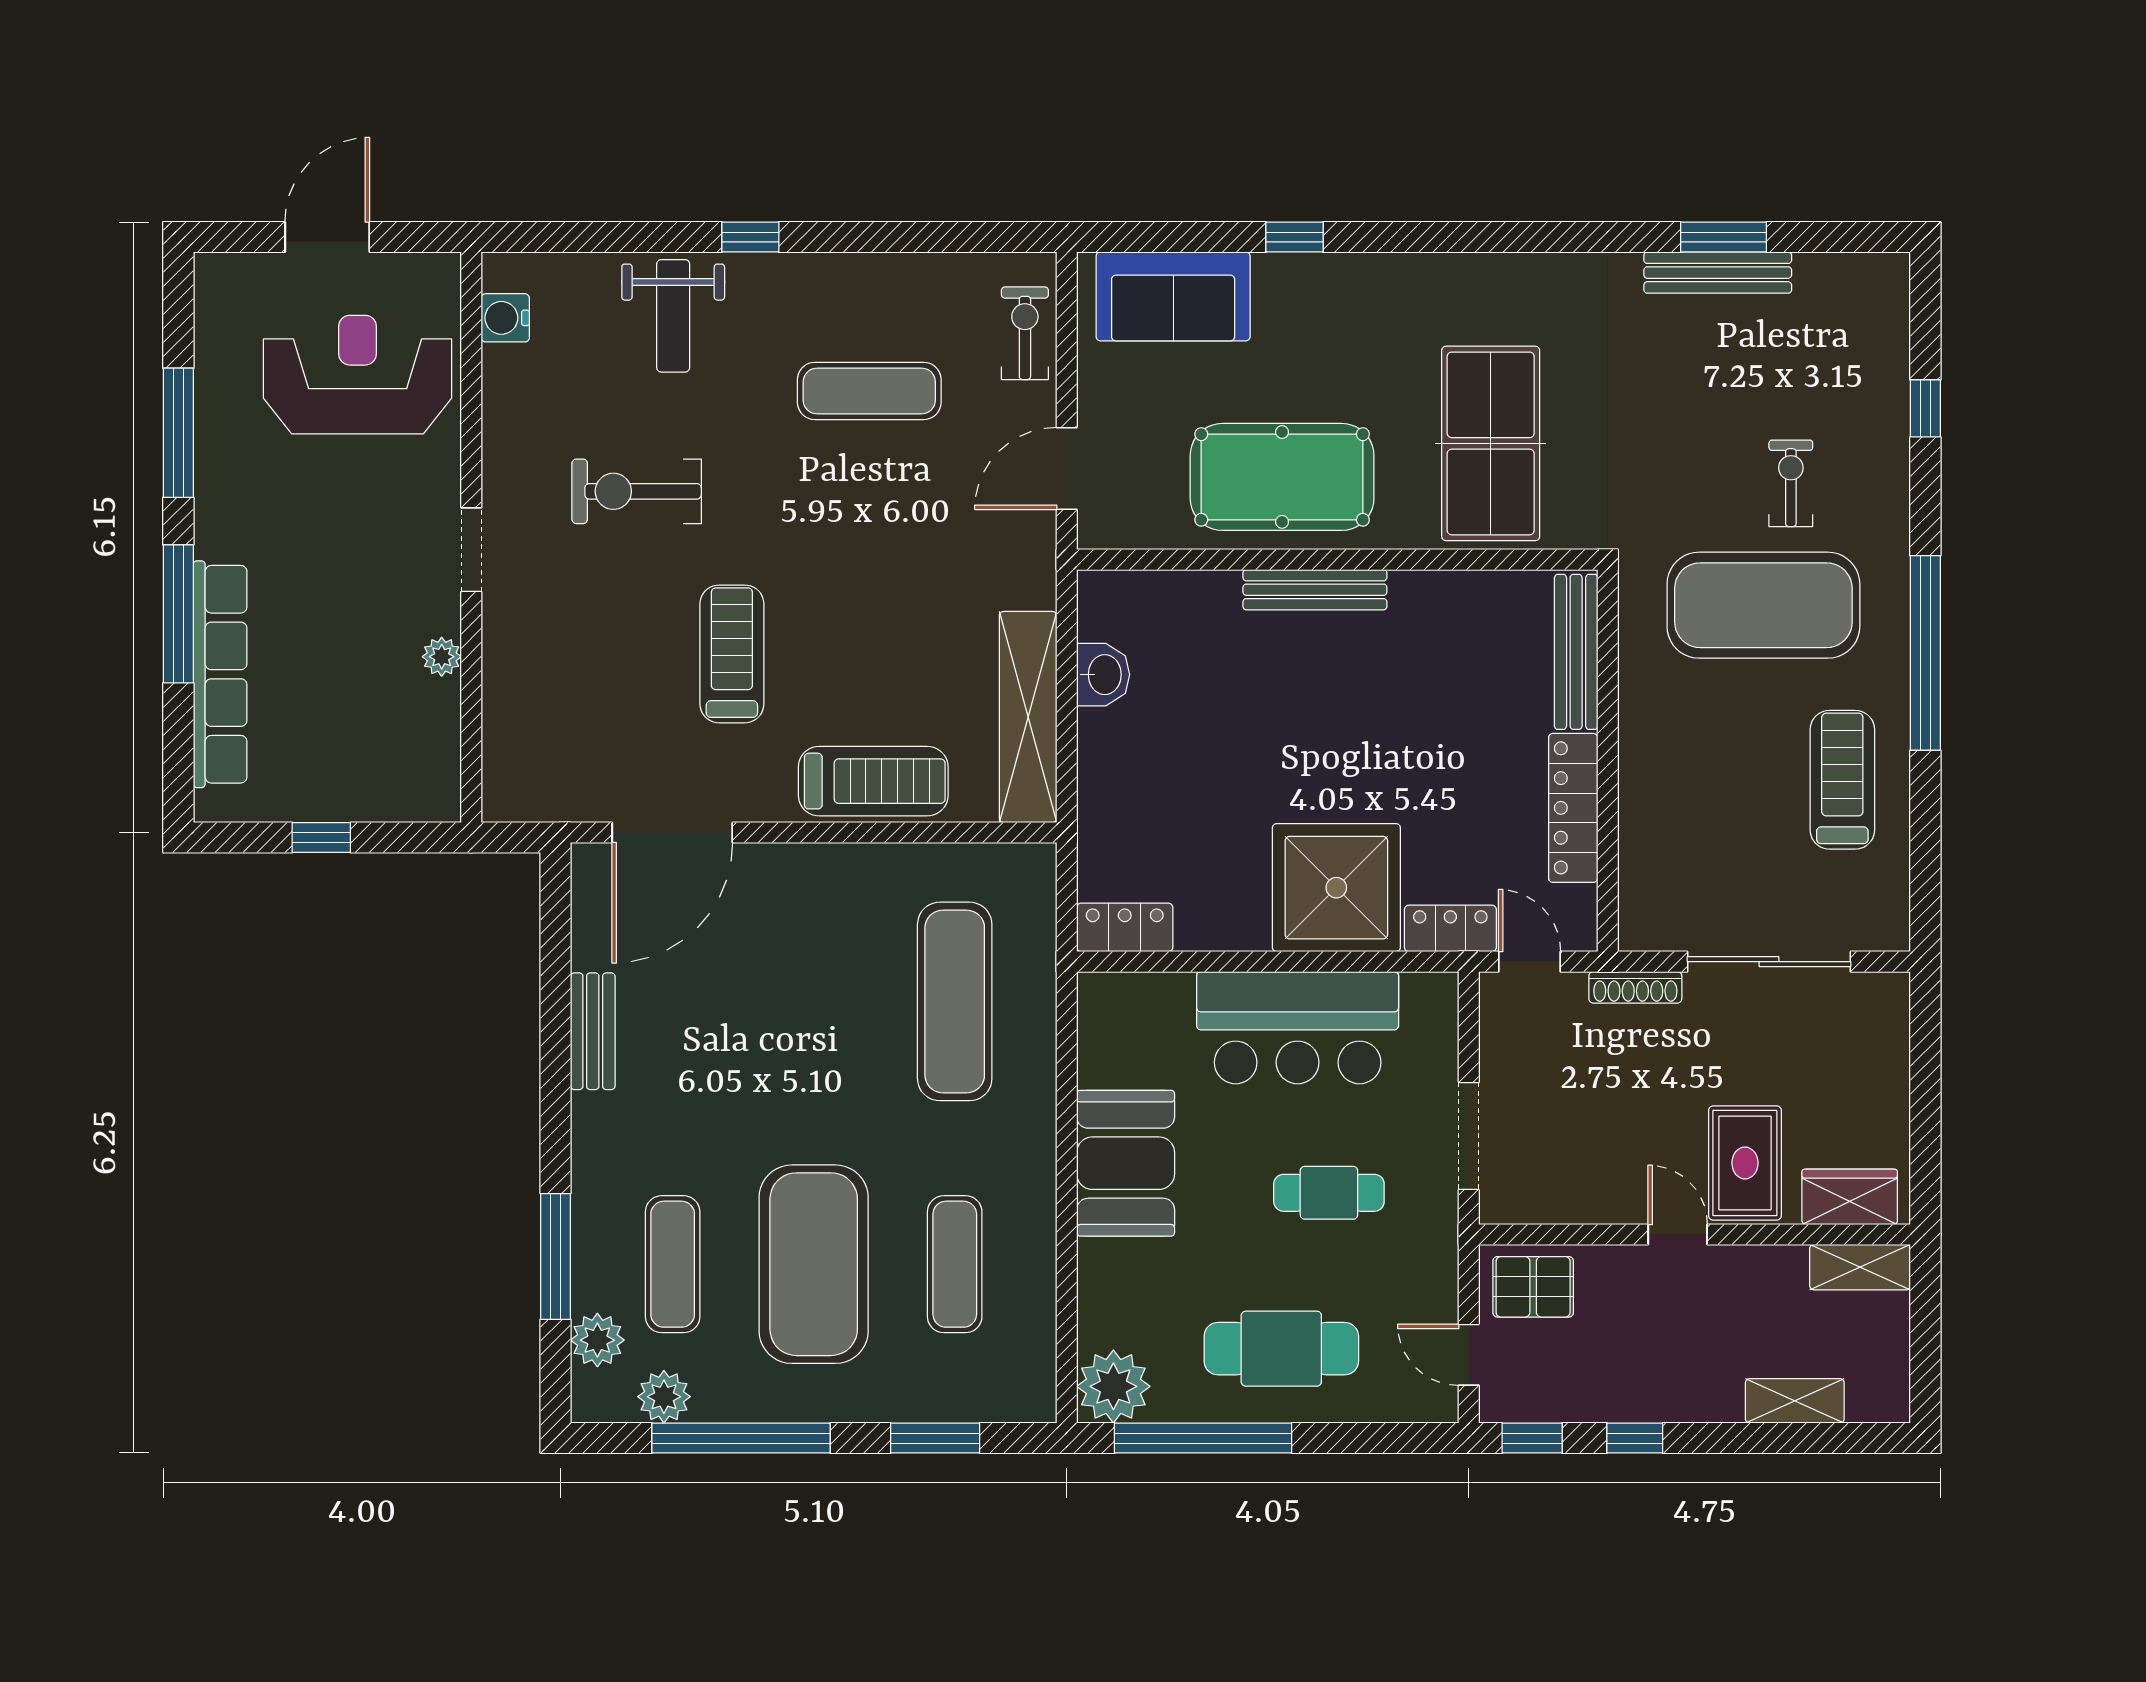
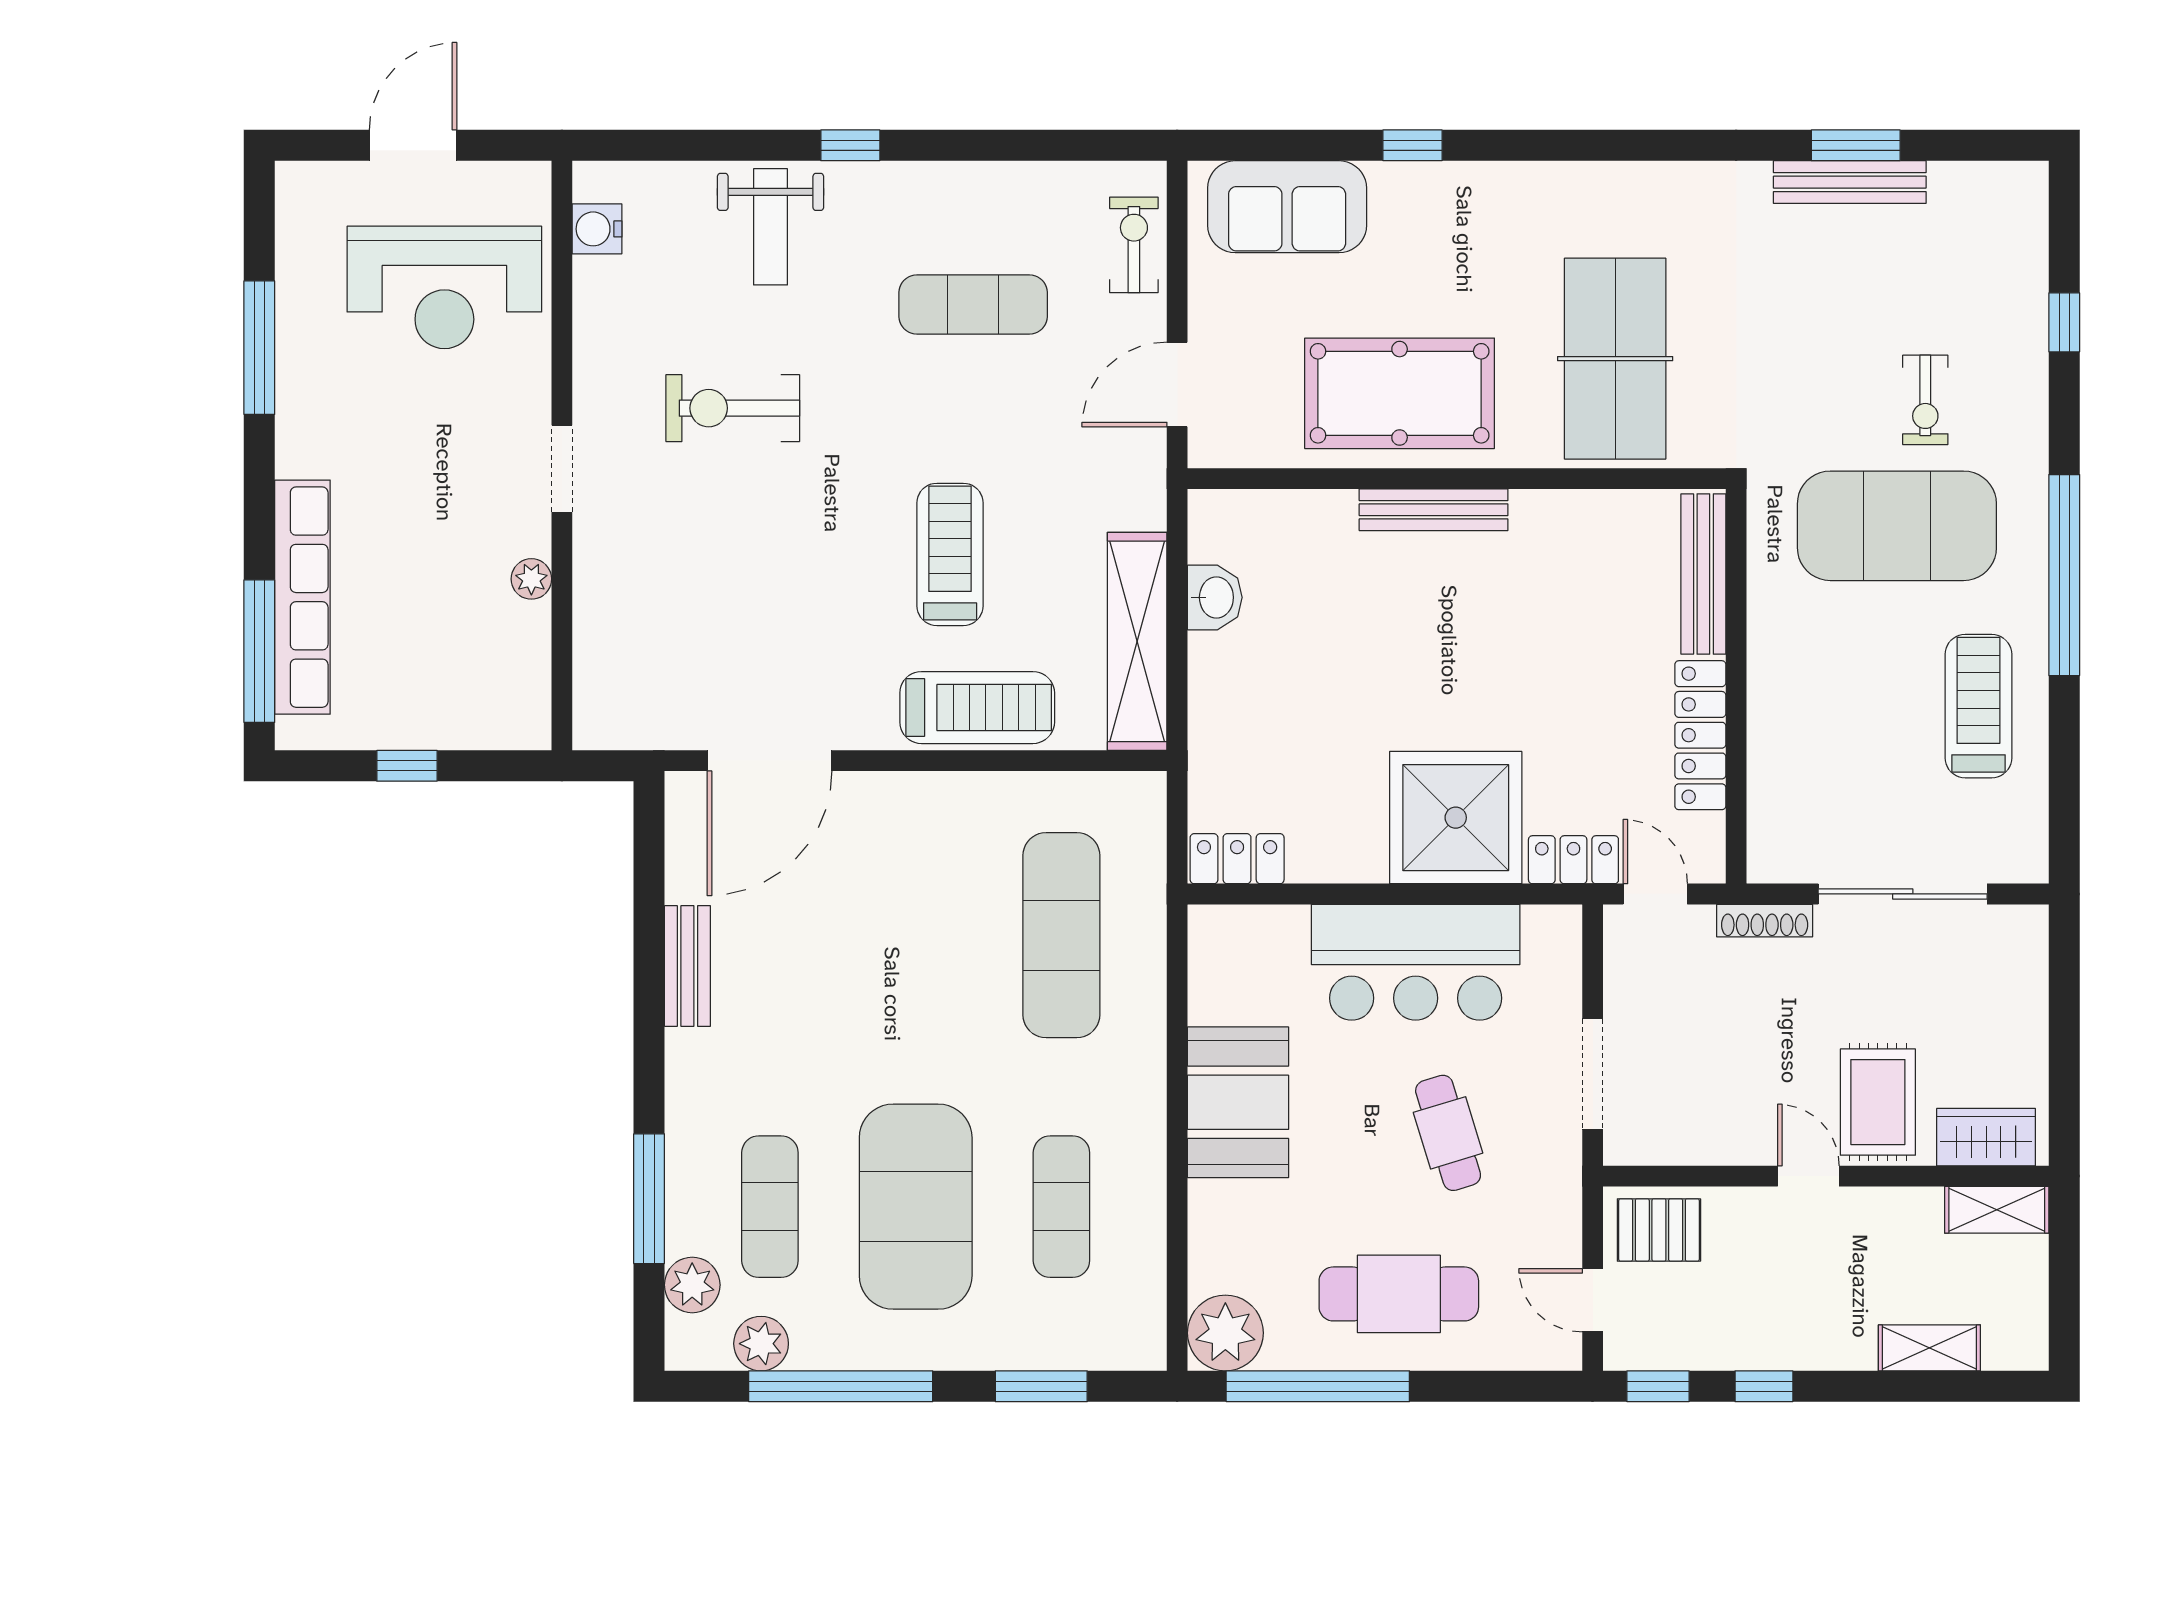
reception desk: (358, 375) -> (444, 287), turned 180
exercise bike: (1791, 483) -> (1925, 400), turned 180
window: (178, 614) -> (259, 651), moved
treadmill: (732, 654) -> (950, 554), moved
cafe table: (1329, 1193) -> (1448, 1133), turned 73

